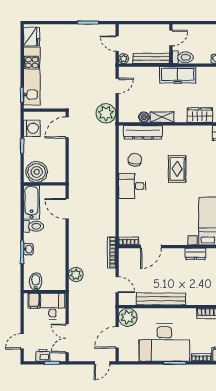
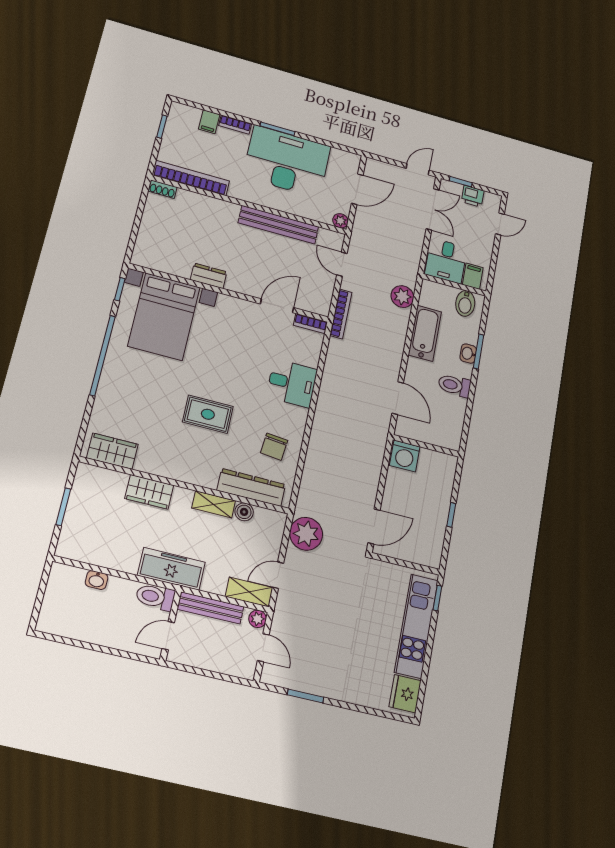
shelving: (132, 72) -> (249, 592), added
washing machine: (32, 128) -> (405, 456), moved, turned -90
rug: (177, 169) -> (208, 414), turned 90
boiler: (37, 172) -> (435, 468), removed
desk: (132, 186) -> (292, 383), moved
bathtub: (31, 202) -> (425, 333), moved, turned 180
plant: (128, 317) -> (340, 221), width x0.53, depth x0.53
door: (102, 363) -> (418, 169), moved

